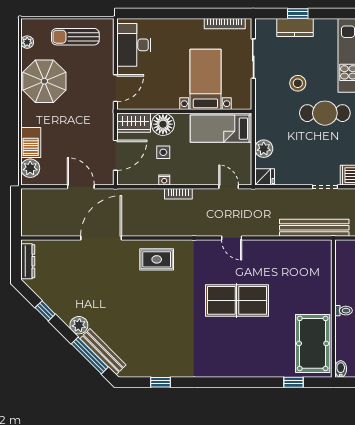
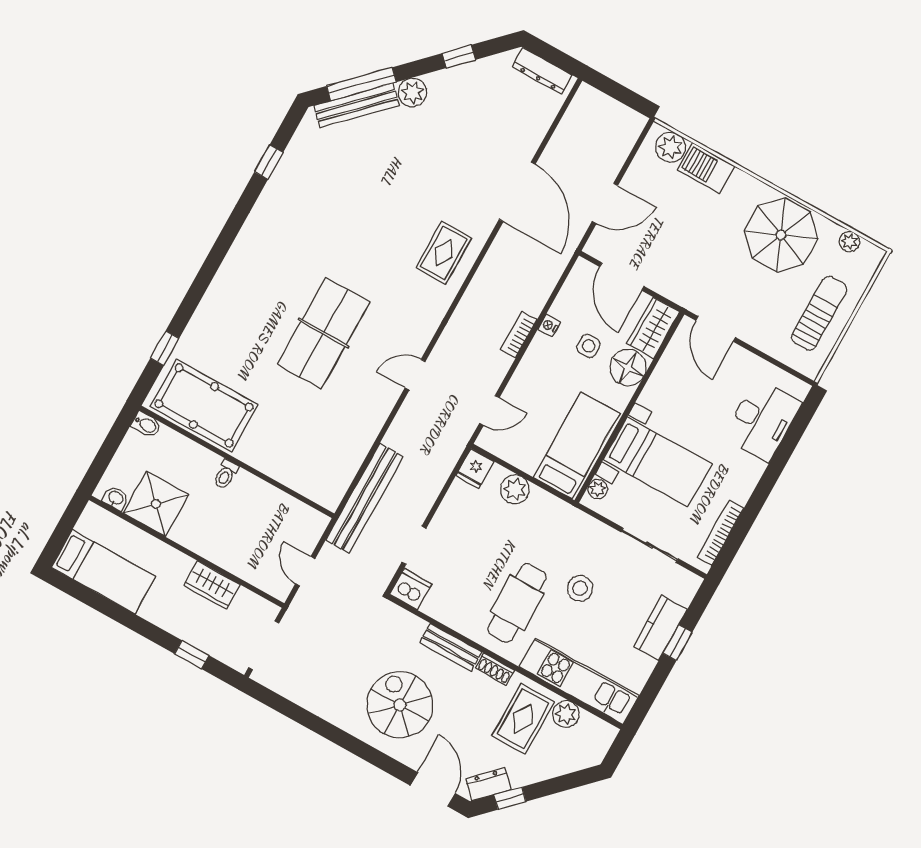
desk: (134, 45) -> (762, 420), moved, turned 90
plant: (238, 104) -> (598, 489), added

